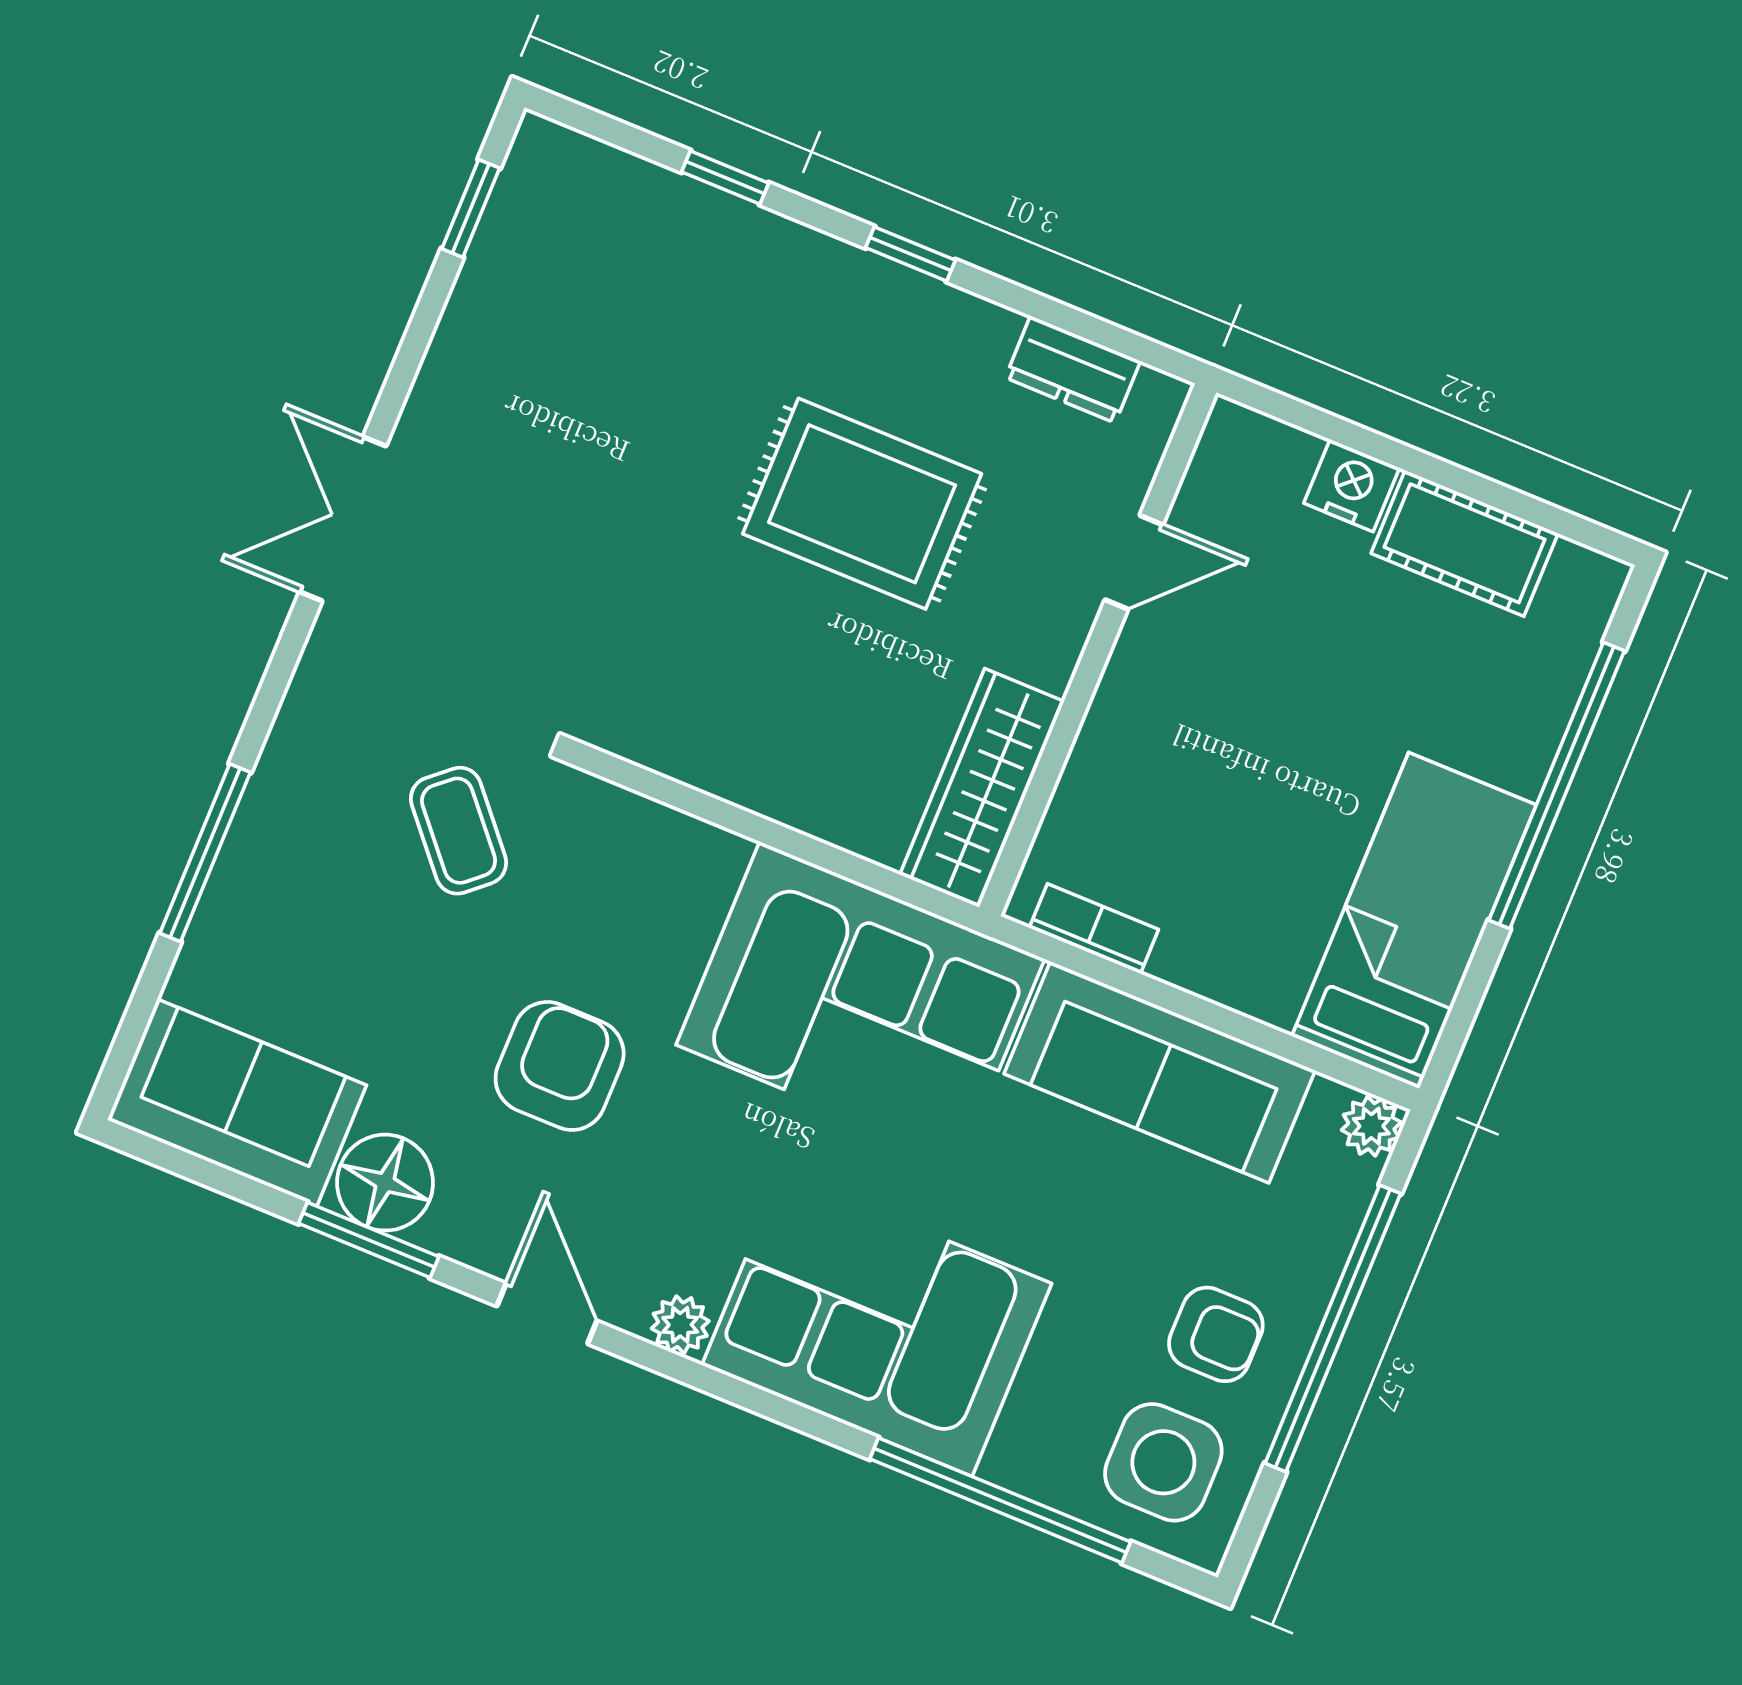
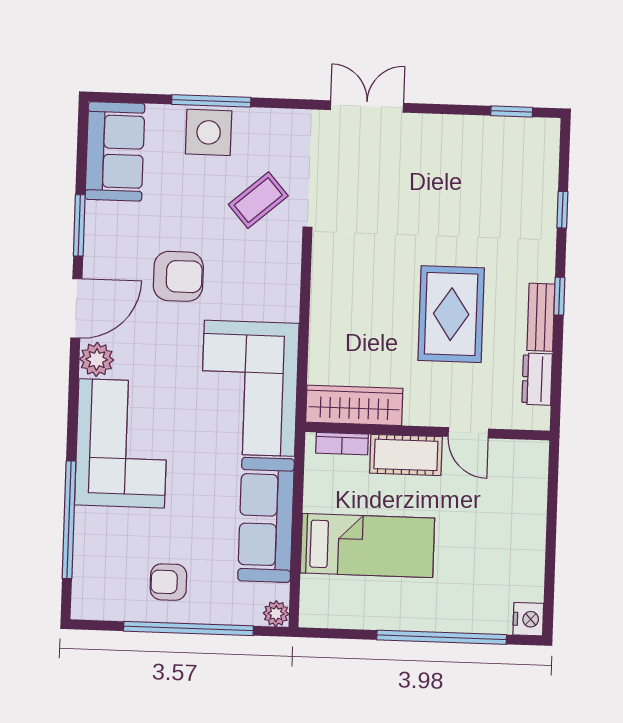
bench: (941, 311) -> (541, 317), added
nightstand: (1352, 485) -> (528, 619), moved
cot: (1465, 543) -> (406, 455), moved, turned 90
bed: (1414, 921) -> (367, 546), moved
bookcase: (1094, 929) -> (342, 444), moved, turned 90
floor lamp: (385, 1183) -> (105, 223), removed
door: (547, 1313) -> (76, 308), width x1.38
plant: (680, 1325) -> (97, 359), width x1.38, depth x1.38
armchair: (1216, 1334) -> (168, 582), turned 90
side table: (1163, 1462) -> (209, 132), moved

